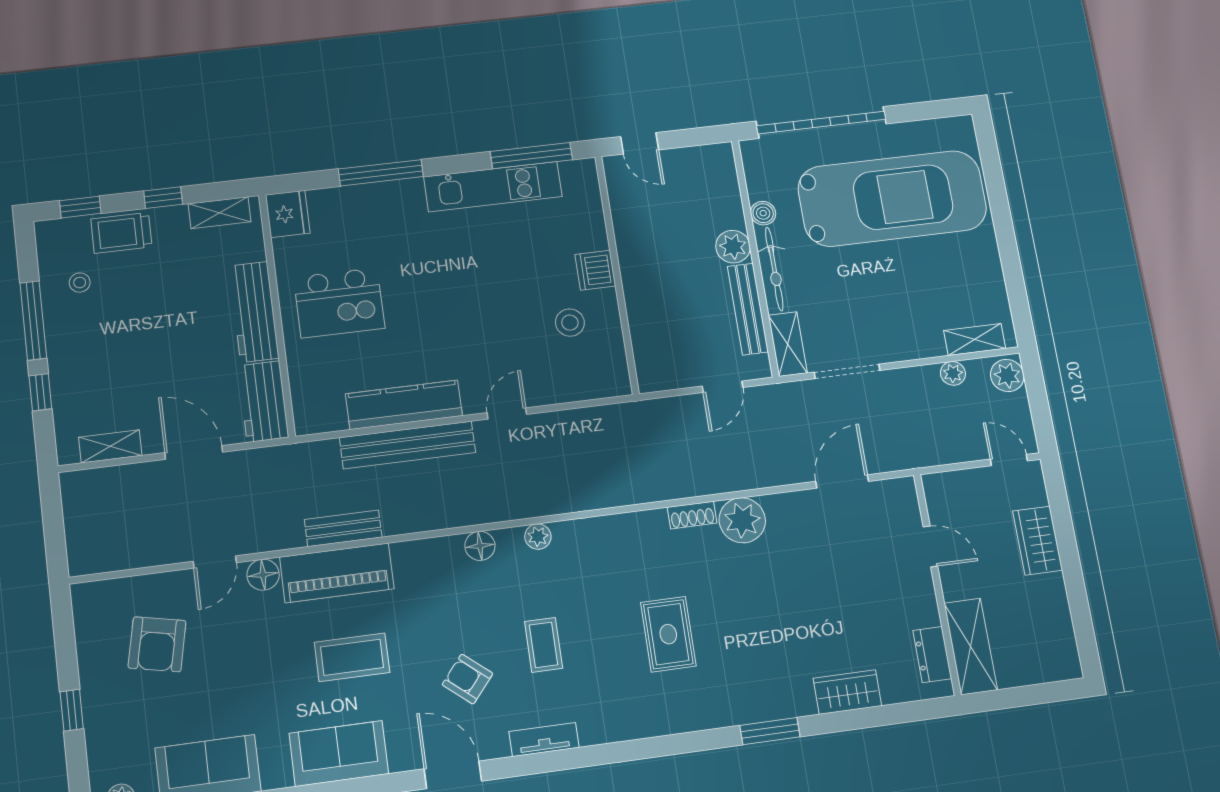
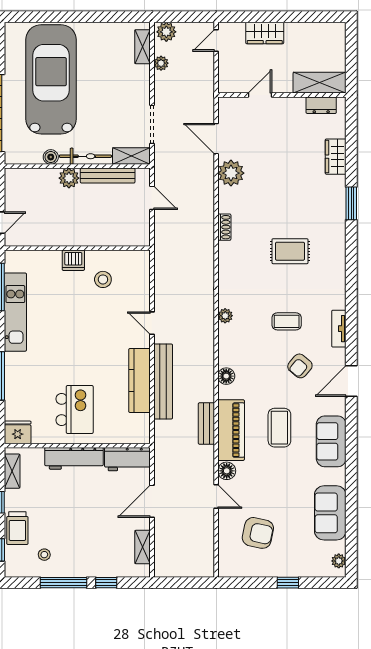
plant: (742, 520) -> (231, 173), moved
floor lamp: (480, 546) -> (226, 376), moved

